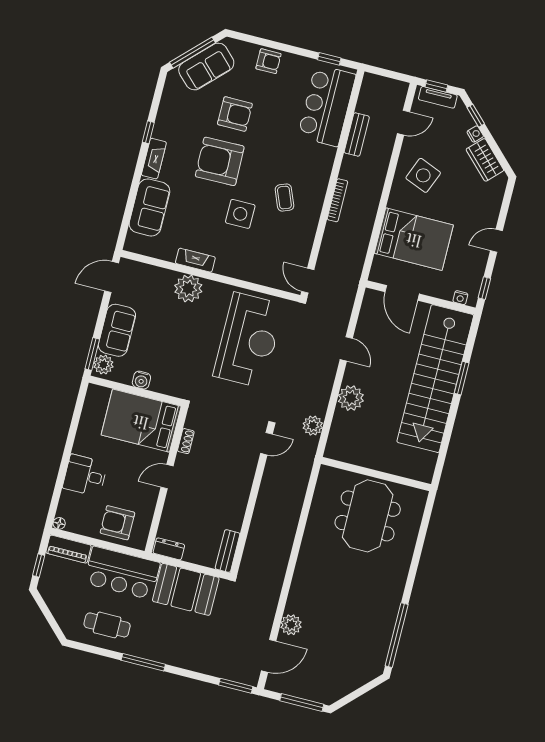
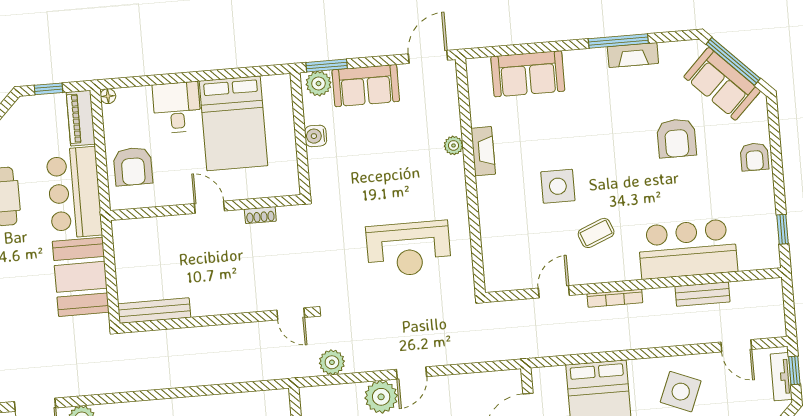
bar counter: (327, 106) -> (688, 249), moved
window: (148, 132) -> (618, 41), width x2.17
fireplace: (154, 159) -> (633, 55), moved
armchair: (220, 161) -> (613, 140), removed
door: (112, 277) -> (428, 57), hinge flipped
door: (308, 281) -> (554, 292), moved
plant: (188, 289) -> (454, 145), width x0.53, depth x0.53
reception desk: (249, 340) -> (409, 249), width x0.74, depth x0.77
door: (346, 349) -> (411, 373), moved
bed: (141, 421) -> (234, 123), moved, turned 180
armchair: (117, 523) -> (133, 166), turned 180
dresser: (169, 549) -> (123, 239), removed
bench: (228, 551) -> (154, 311), width x1.36

